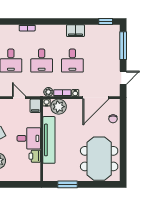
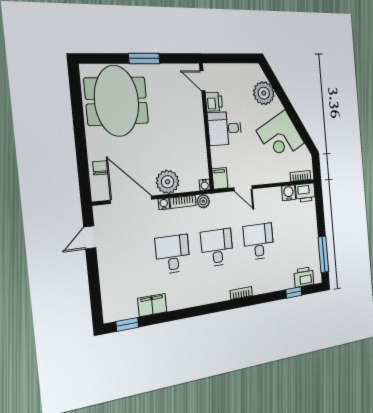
filing cabinet: (75, 31) -> (152, 305), moved
window: (123, 46) -> (95, 290), removed
door: (96, 98) -> (131, 200), hinge flipped
plant: (59, 107) -> (168, 182), moved
tv unit: (49, 140) -> (196, 128), removed
door: (42, 170) -> (202, 81), added
window: (67, 184) -> (144, 58), moved

